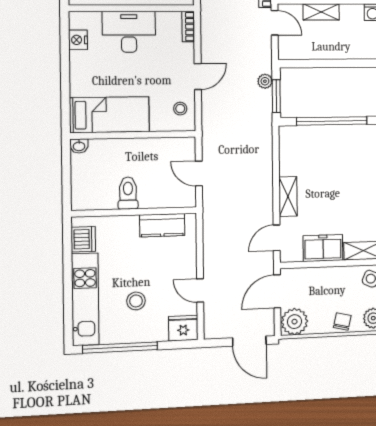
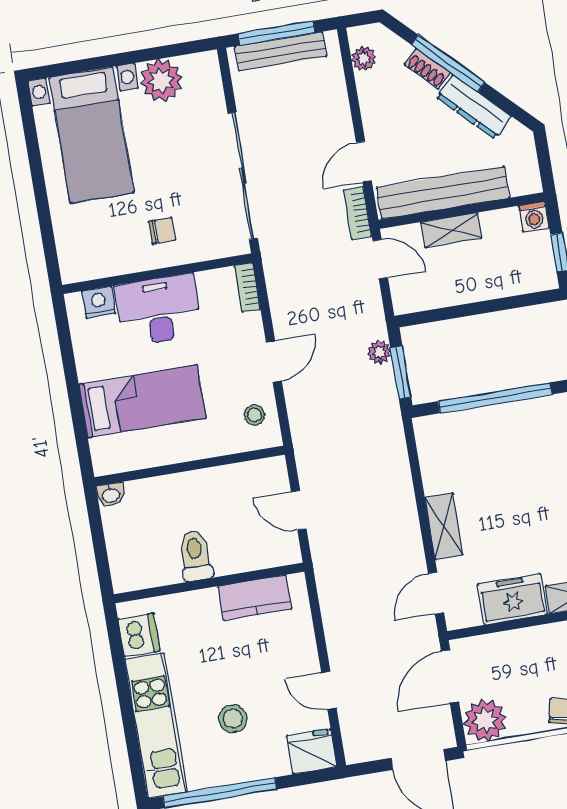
nightstand: (78, 40) -> (99, 302), moved, turned 90
bed: (110, 115) -> (142, 401), moved

